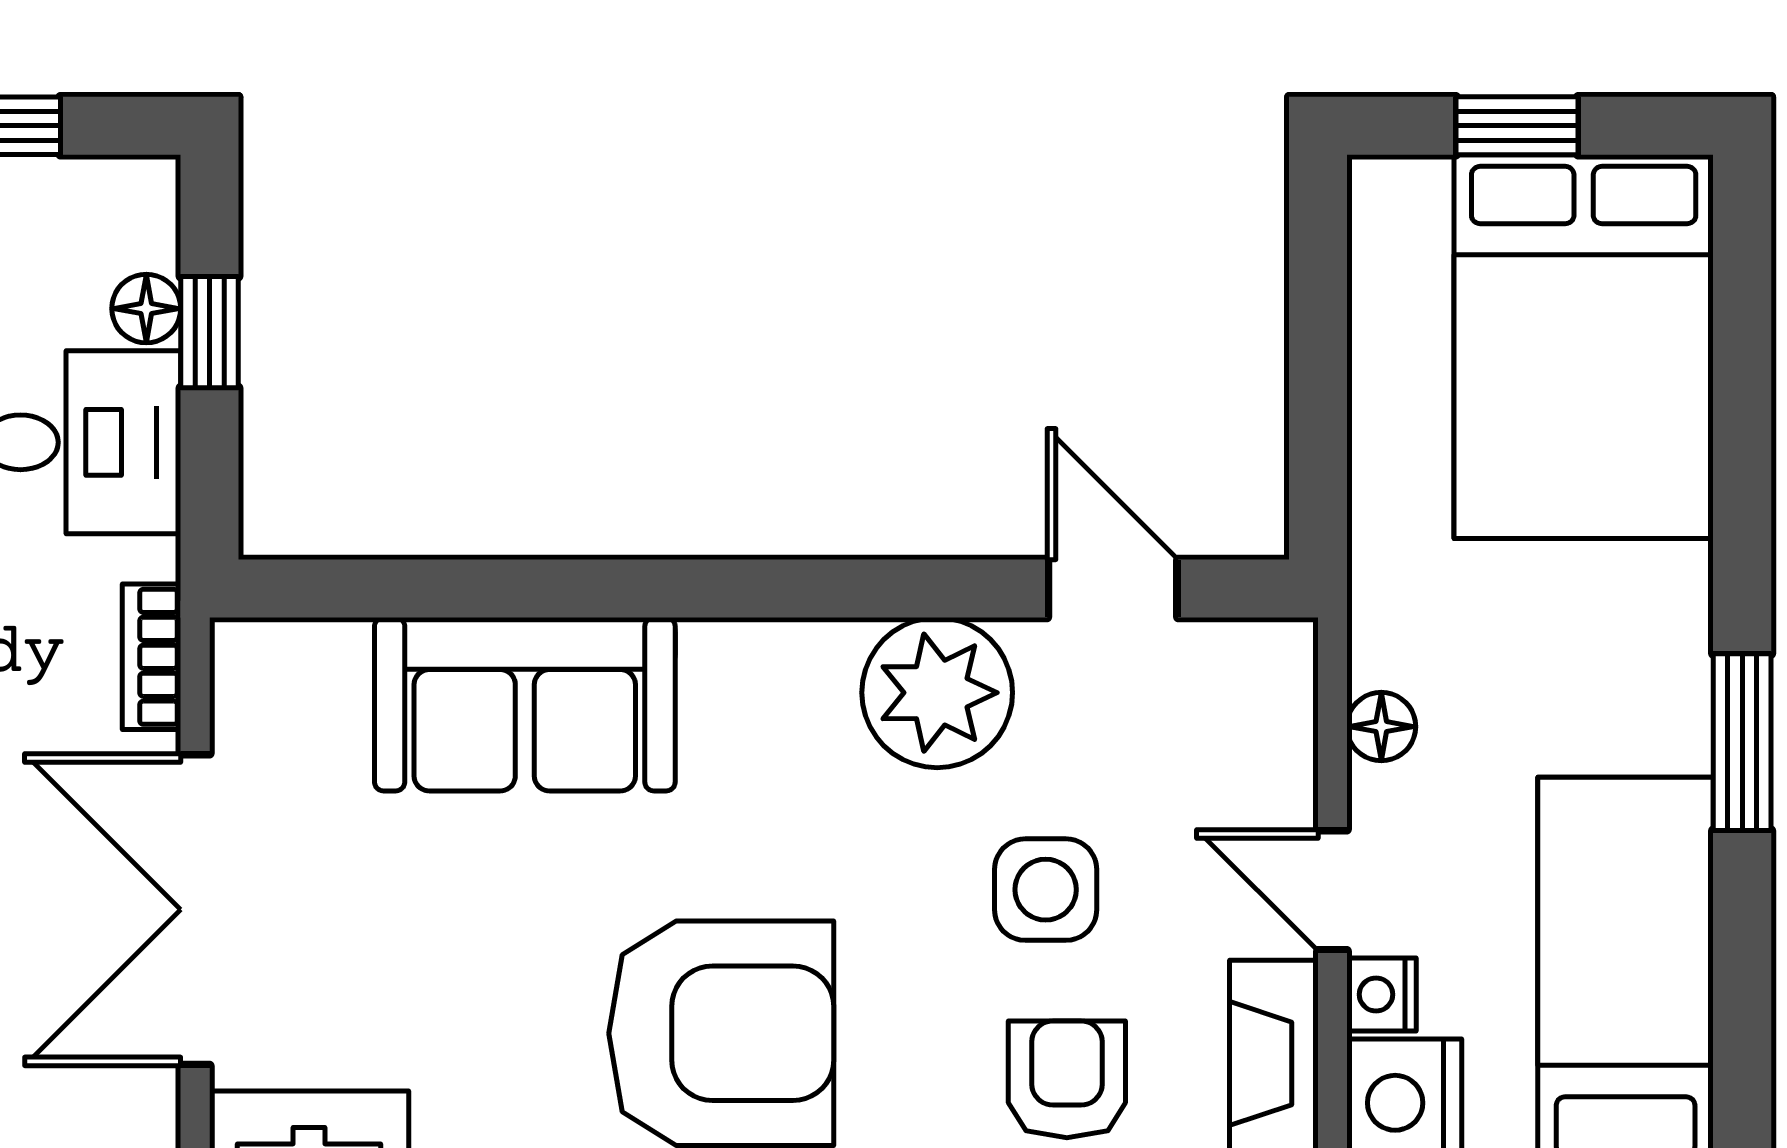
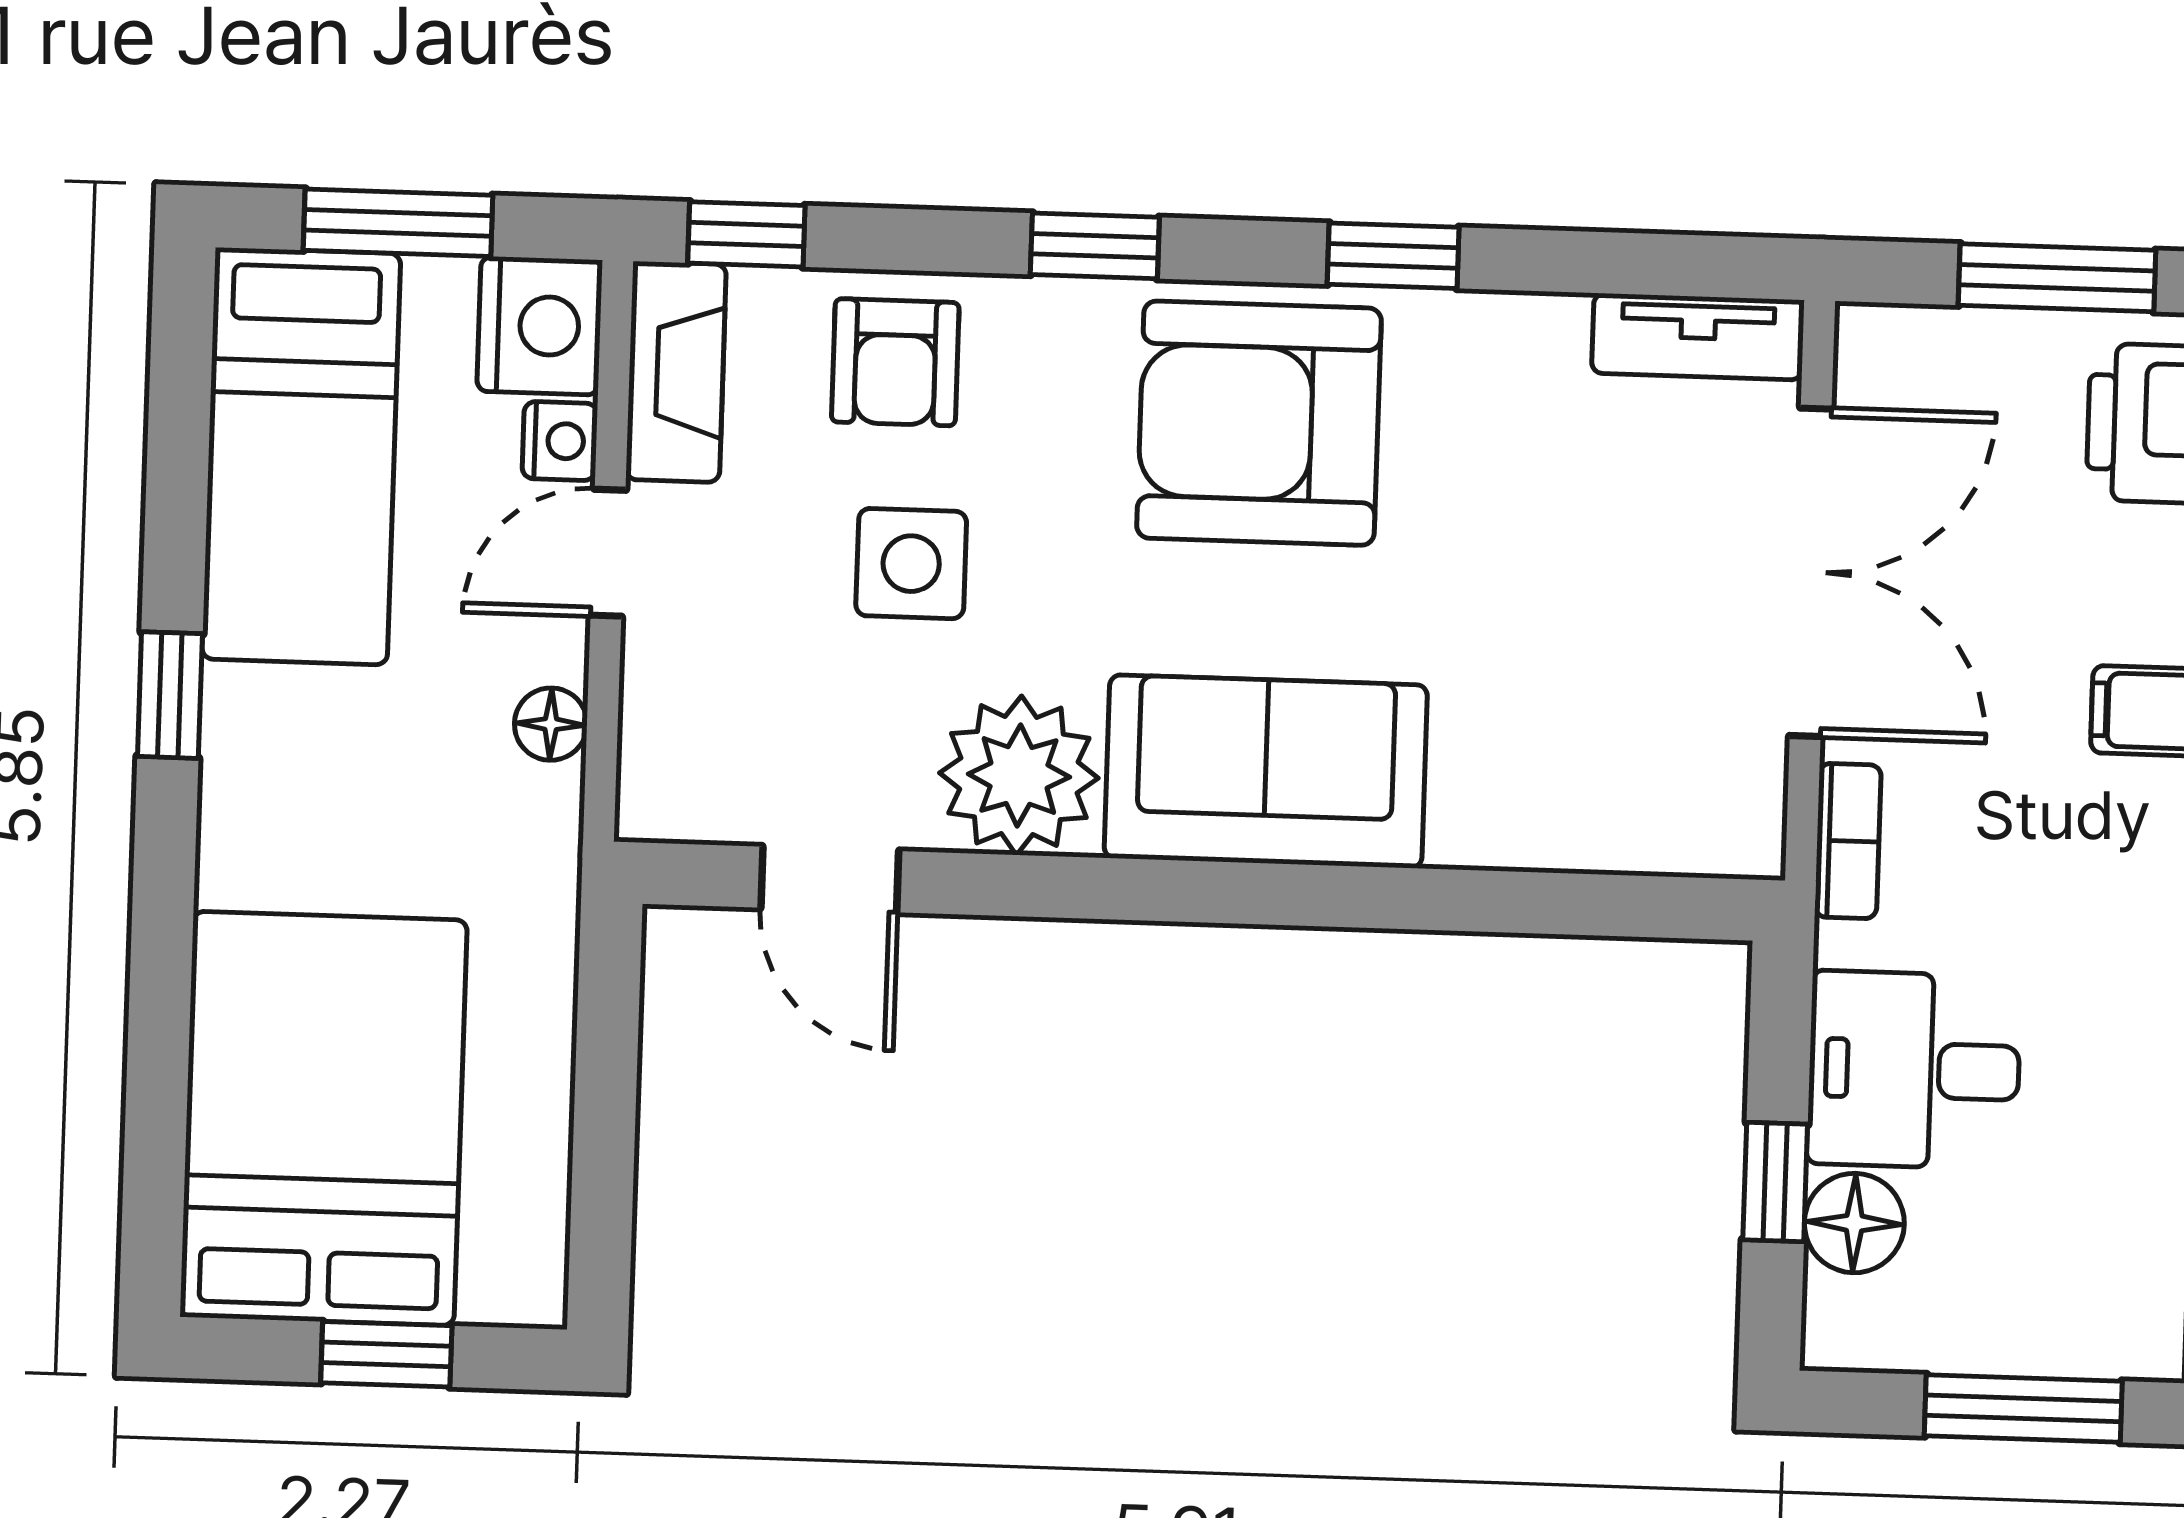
floor lamp: (146, 309) -> (1854, 1223), width x1.37, depth x1.37
sofa: (525, 704) -> (1266, 771), moved
window: (1742, 742) -> (170, 695), width x0.67
door: (1332, 890) -> (608, 553), swing flipped

